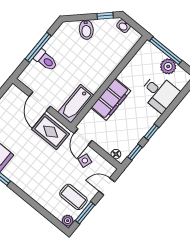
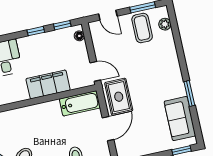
door: (83, 137) -> (95, 71), hinge flipped
side table: (85, 161) -> (109, 51), removed
plant: (68, 221) -> (165, 24), moved

